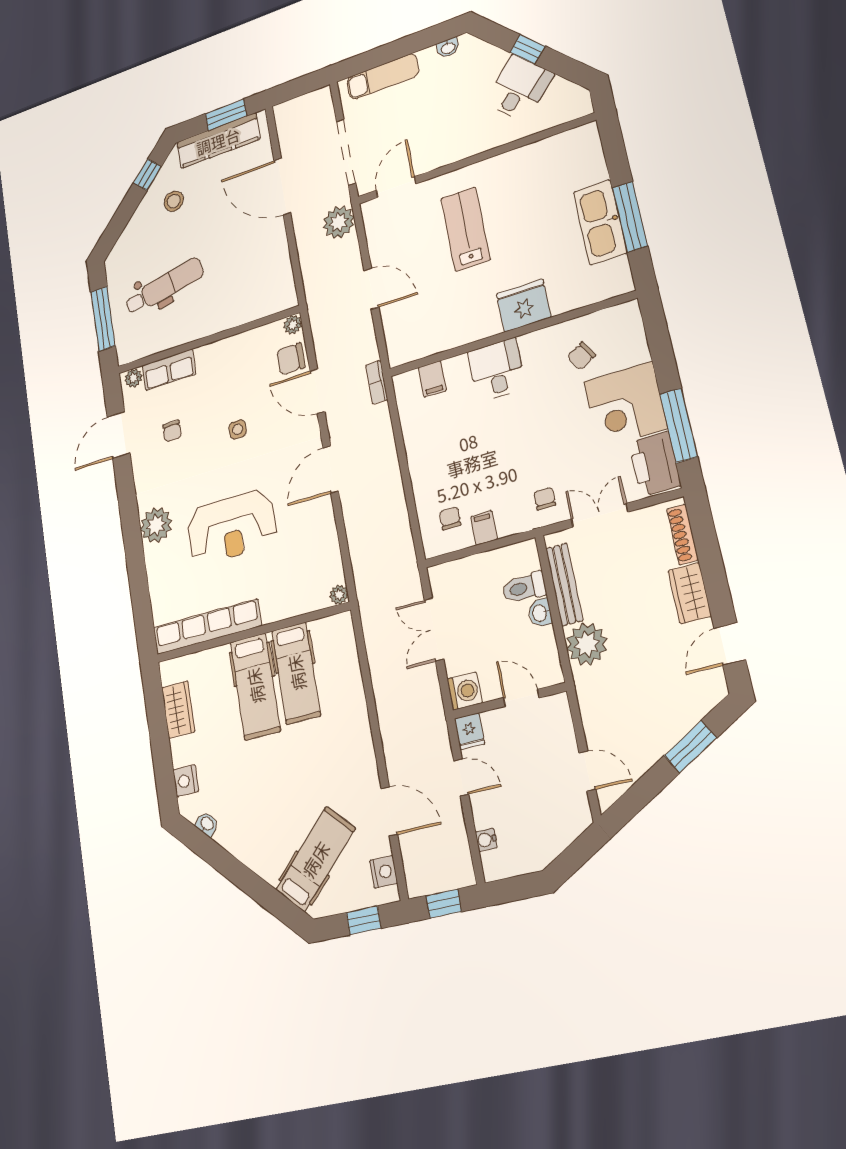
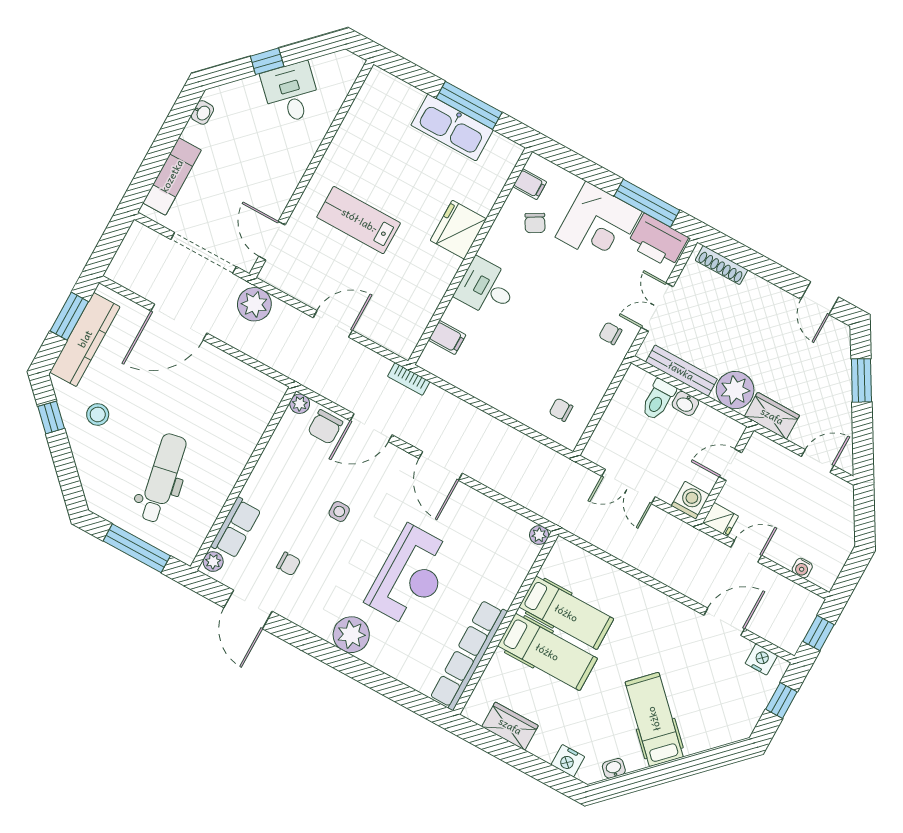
filing cabinet: (484, 528) -> (530, 184), moved, turned 180
wardrobe: (690, 593) -> (772, 416), moved, turned 180
hospital bed: (315, 859) -> (654, 719), moved

